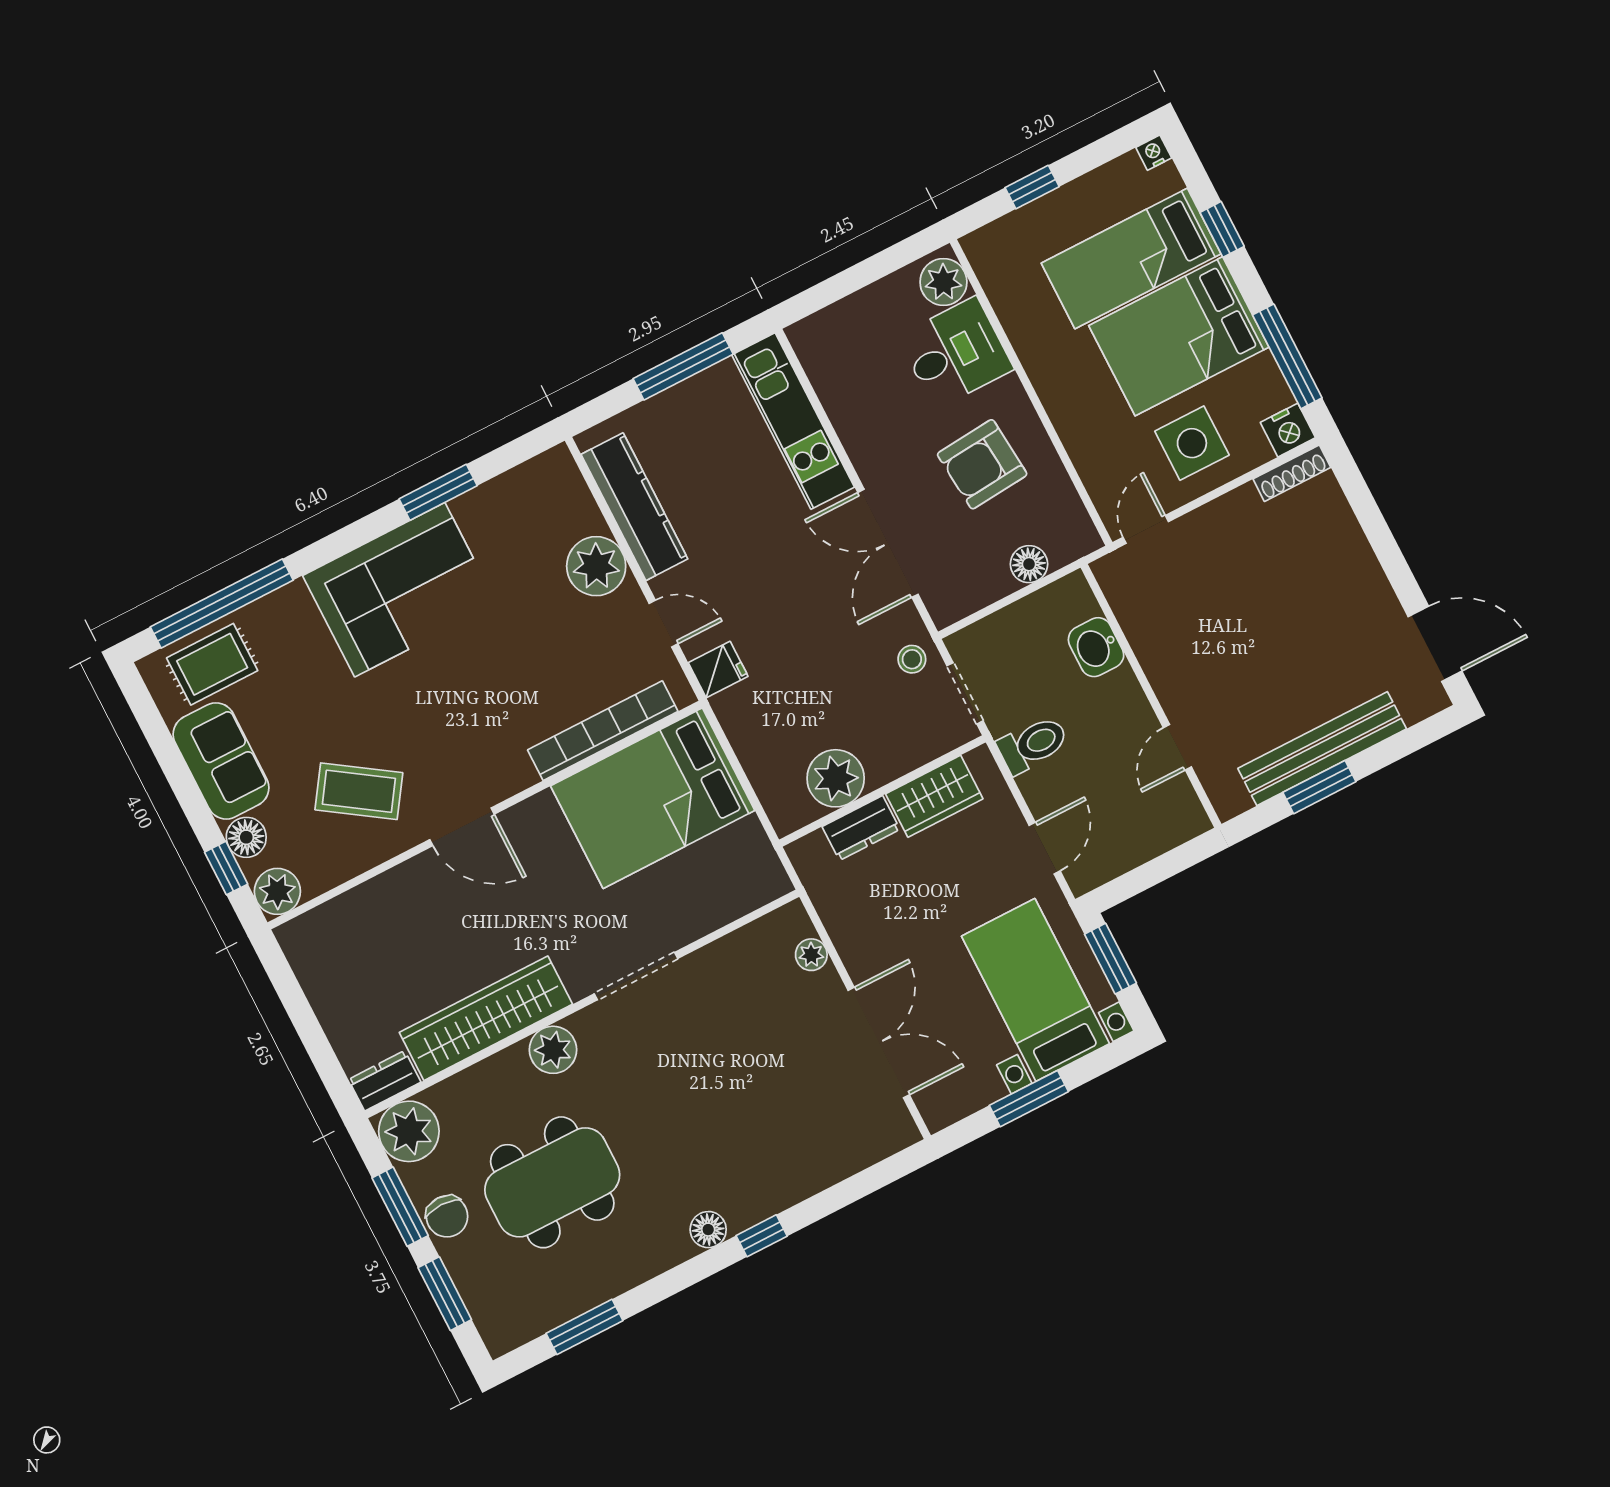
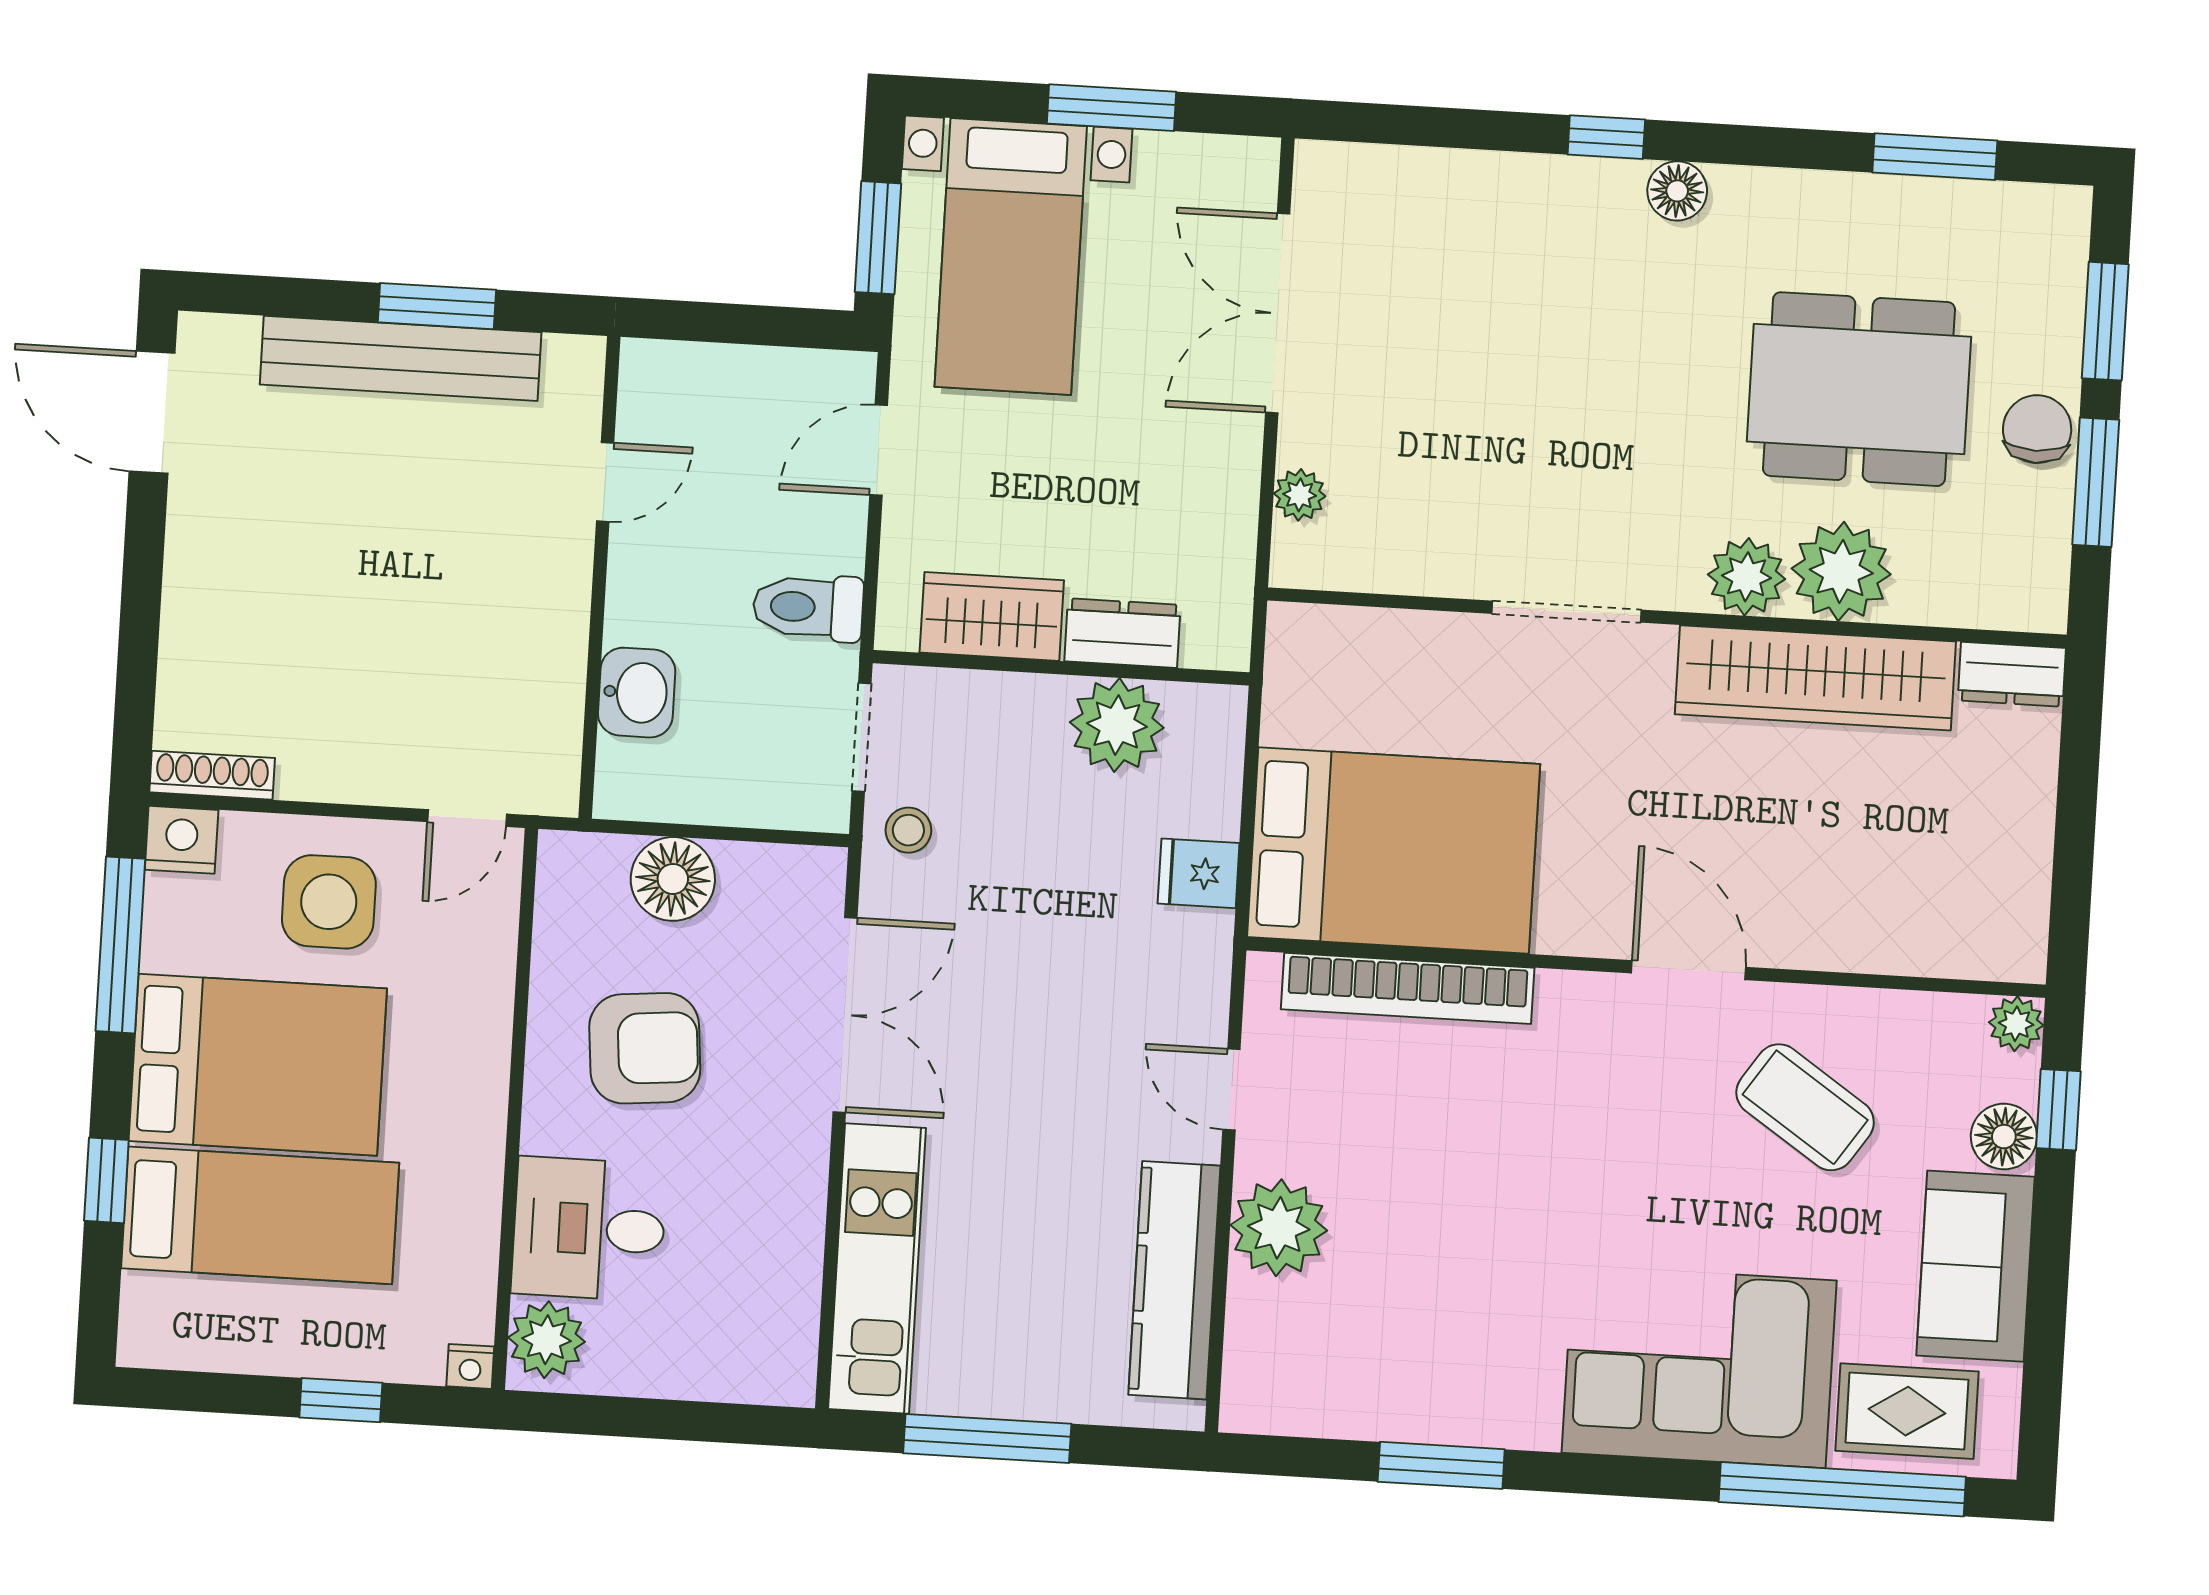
nightstand: (1154, 153) -> (470, 1366), moved
floor lamp: (1029, 564) -> (673, 879), width x1.38, depth x1.38
corner sofa: (400, 590) -> (1699, 1367), moved
fridge: (718, 669) -> (1199, 873), moved
plant: (277, 891) -> (2016, 1024), width x0.73, depth x0.73
plant: (409, 1131) -> (1841, 571), moved

